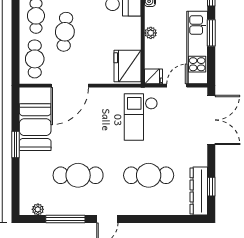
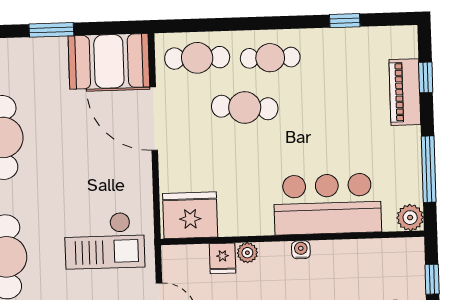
fridge: (154, 76) -> (223, 258), moved
checkout: (141, 117) -> (105, 241), turned 180
booth: (35, 127) -> (109, 61), moved

